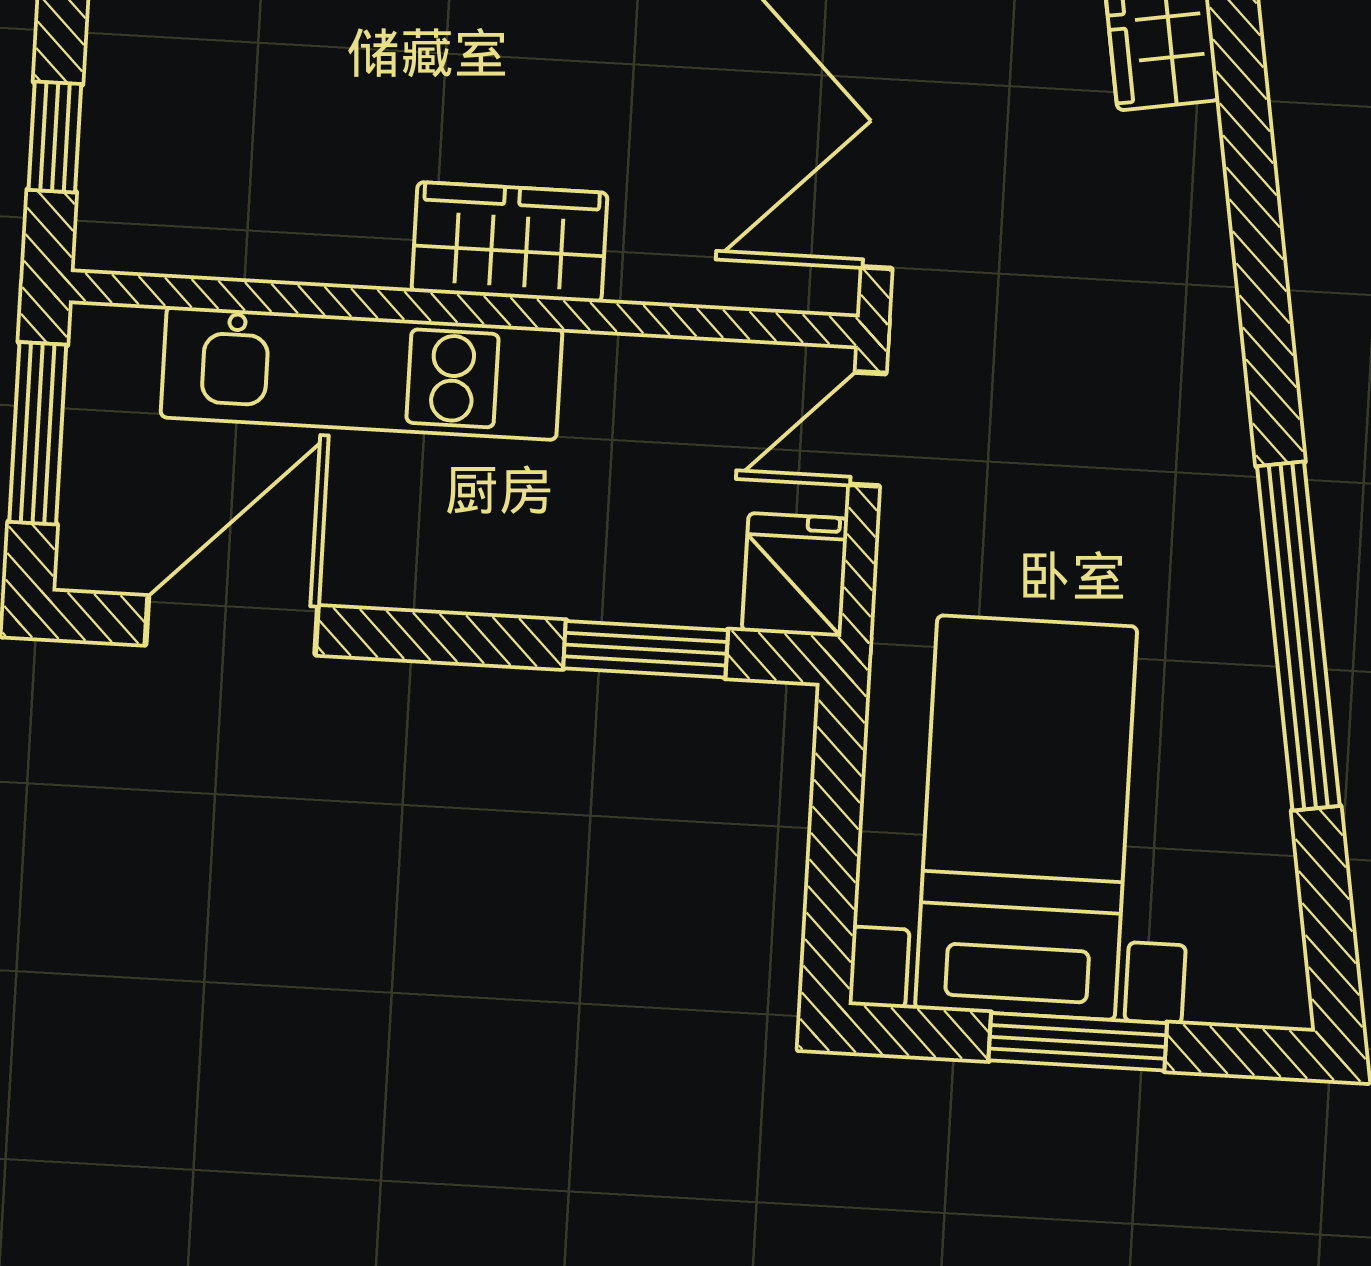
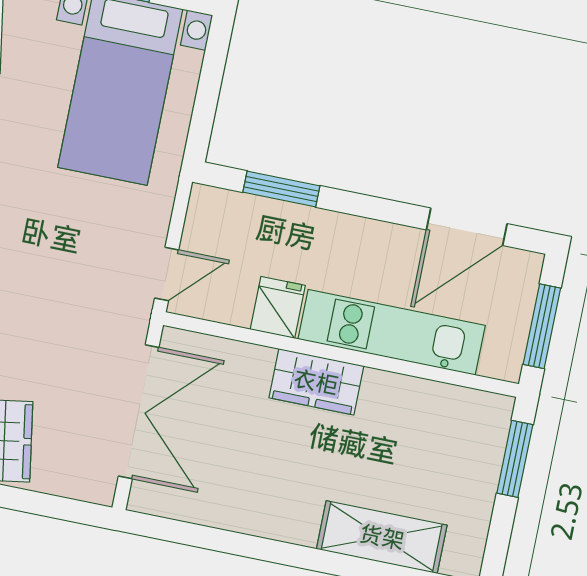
window: (55, 137) -> (515, 459), width x1.50
fridge: (795, 575) -> (278, 307), moved, turned 180

